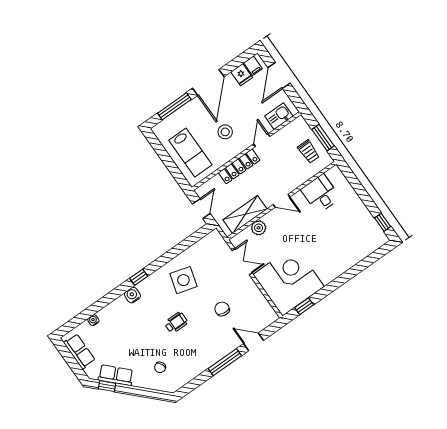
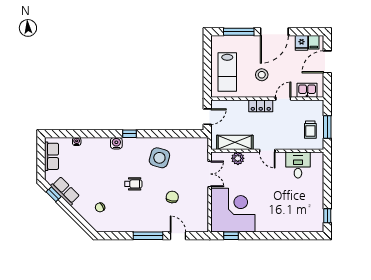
locker: (239, 166) -> (261, 106), width x0.66

